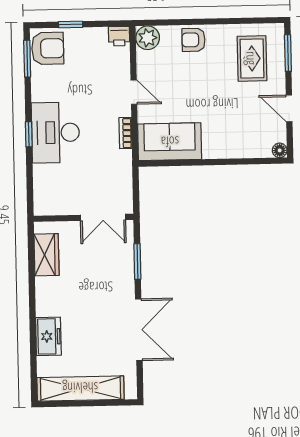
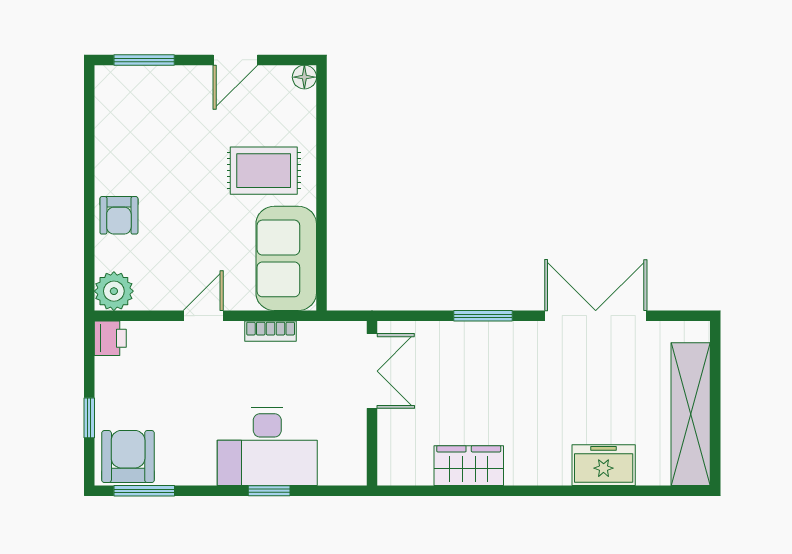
rug: (252, 58) -> (264, 171), moved
double door: (103, 217) -> (372, 371), moved
wall: (83, 218) -> (372, 403), moved

